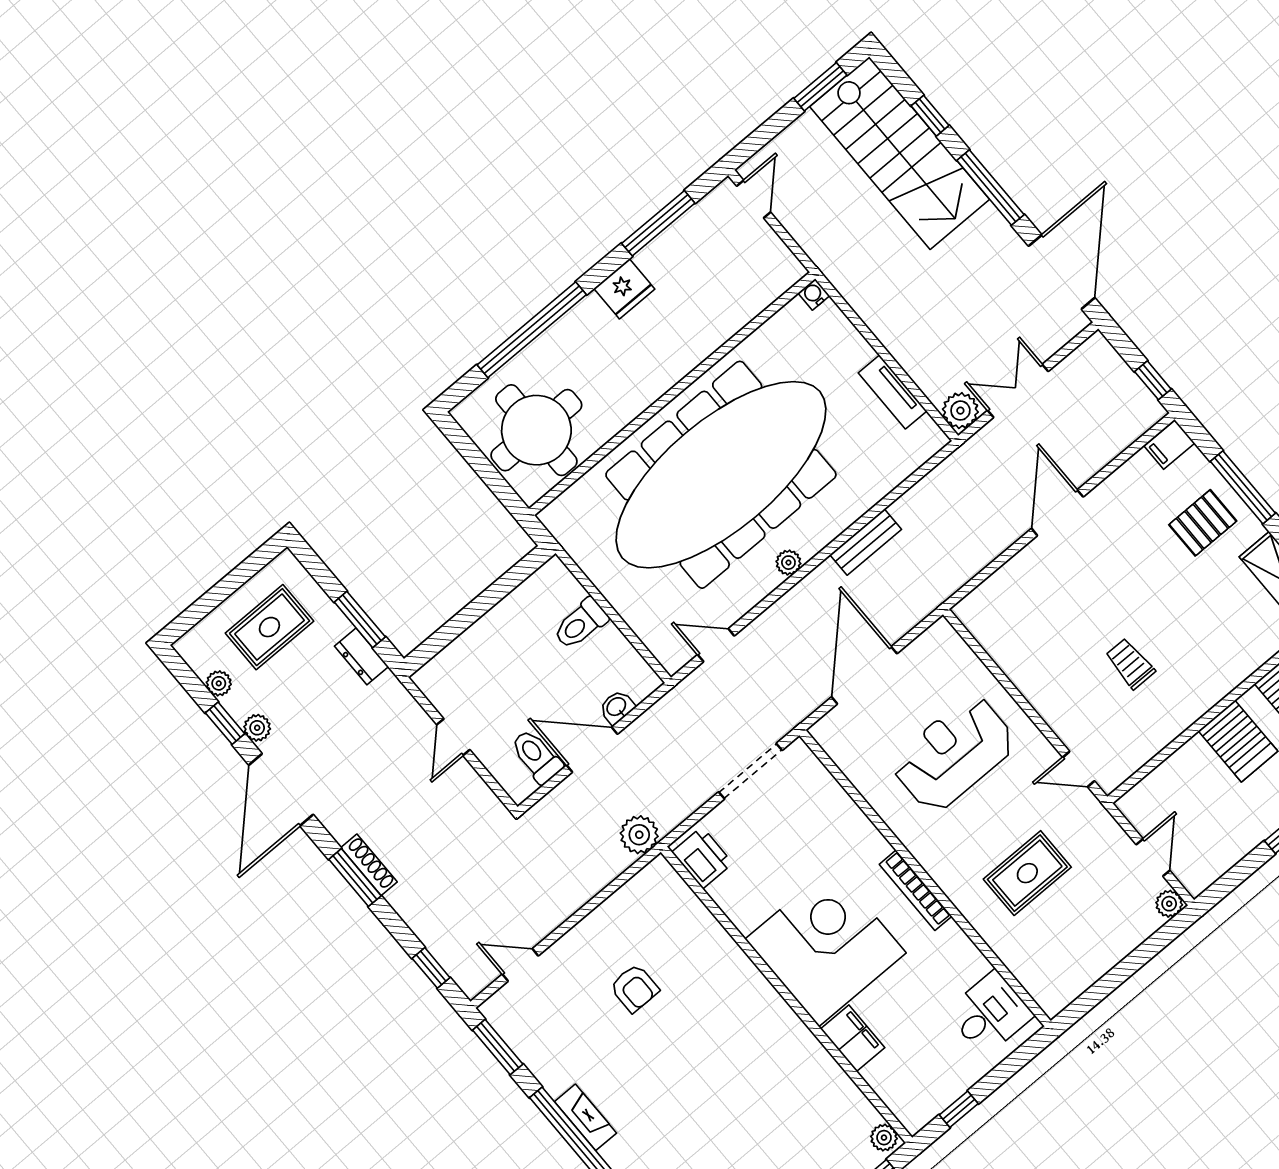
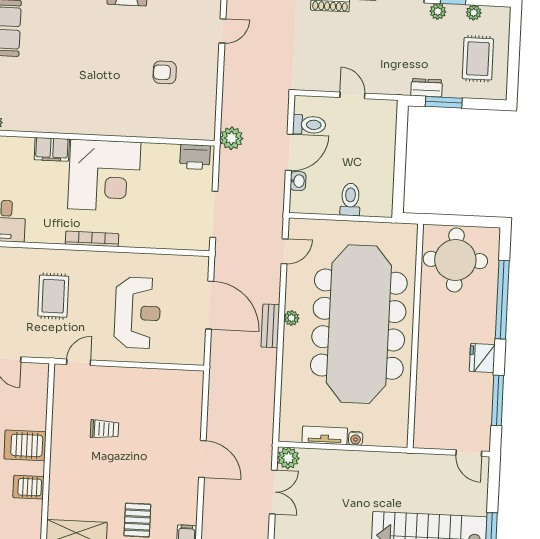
water cooler: (814, 294) -> (356, 438), moved, turned 90
bench: (866, 542) -> (270, 326), moved

